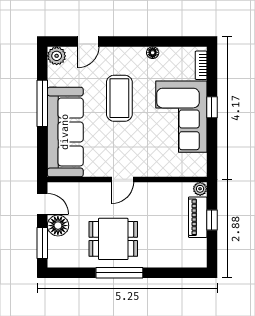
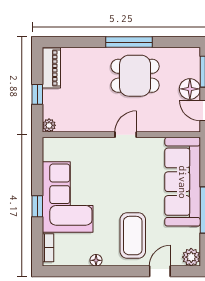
coffee table: (119, 98) -> (133, 236), moved
piano: (198, 217) -> (51, 68), moved

